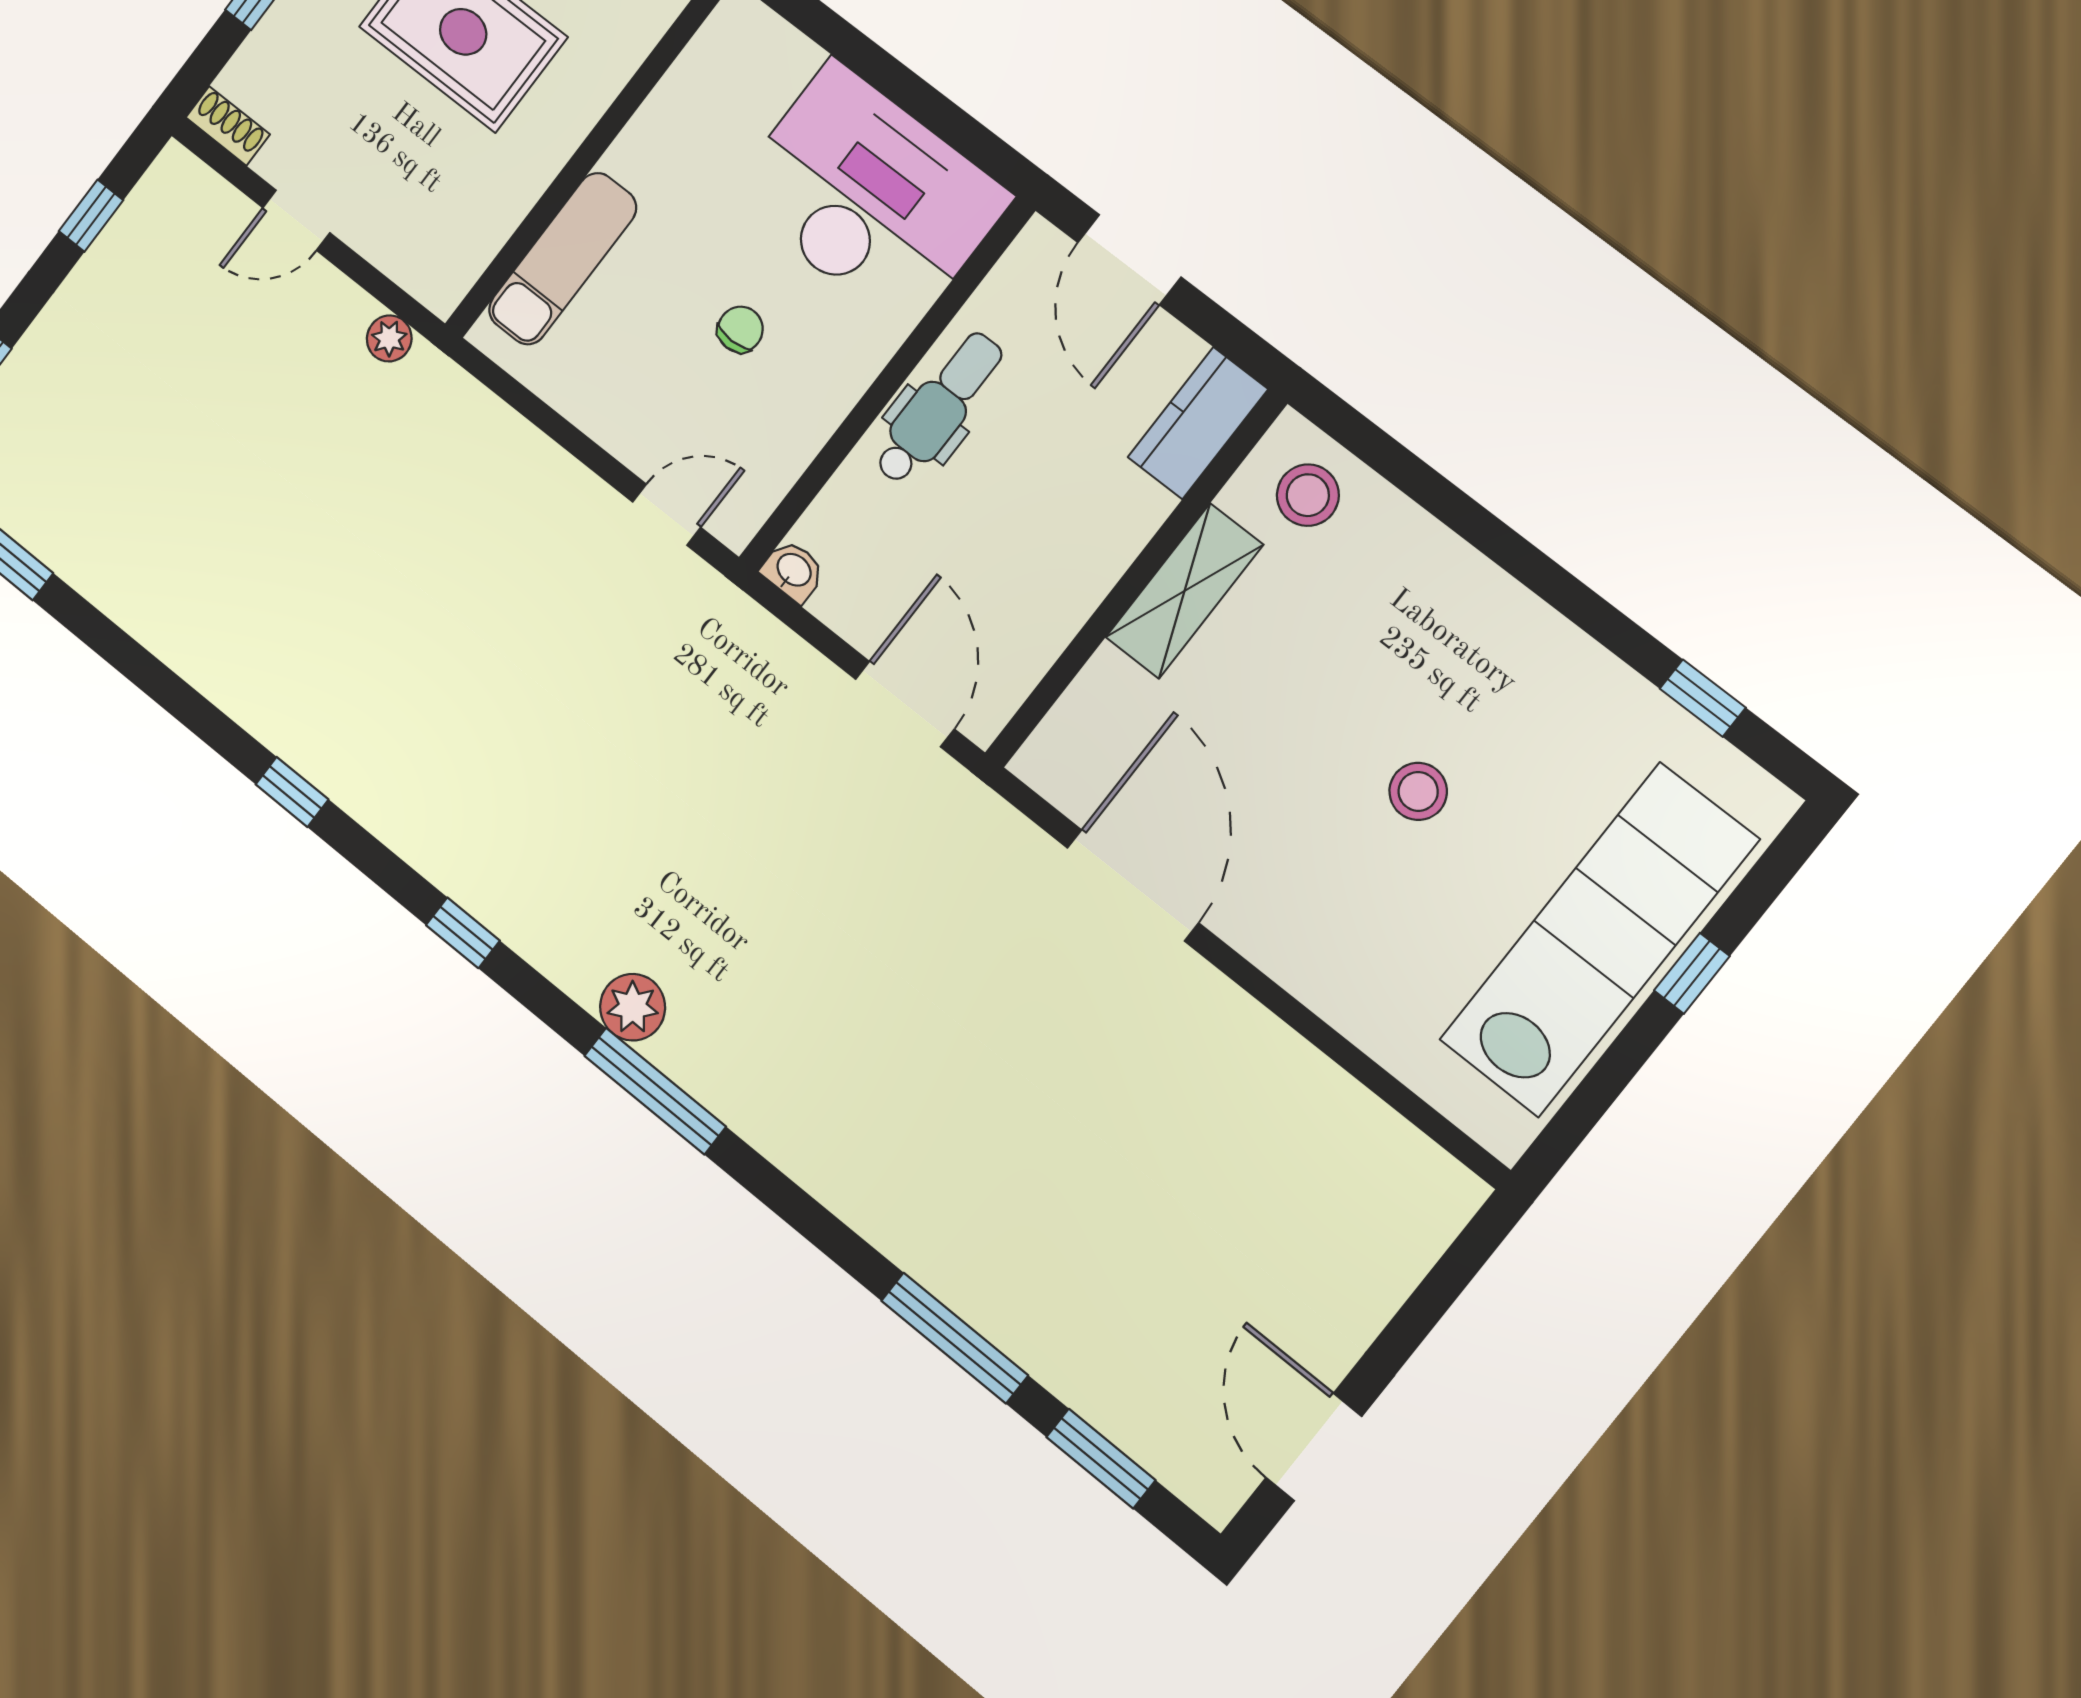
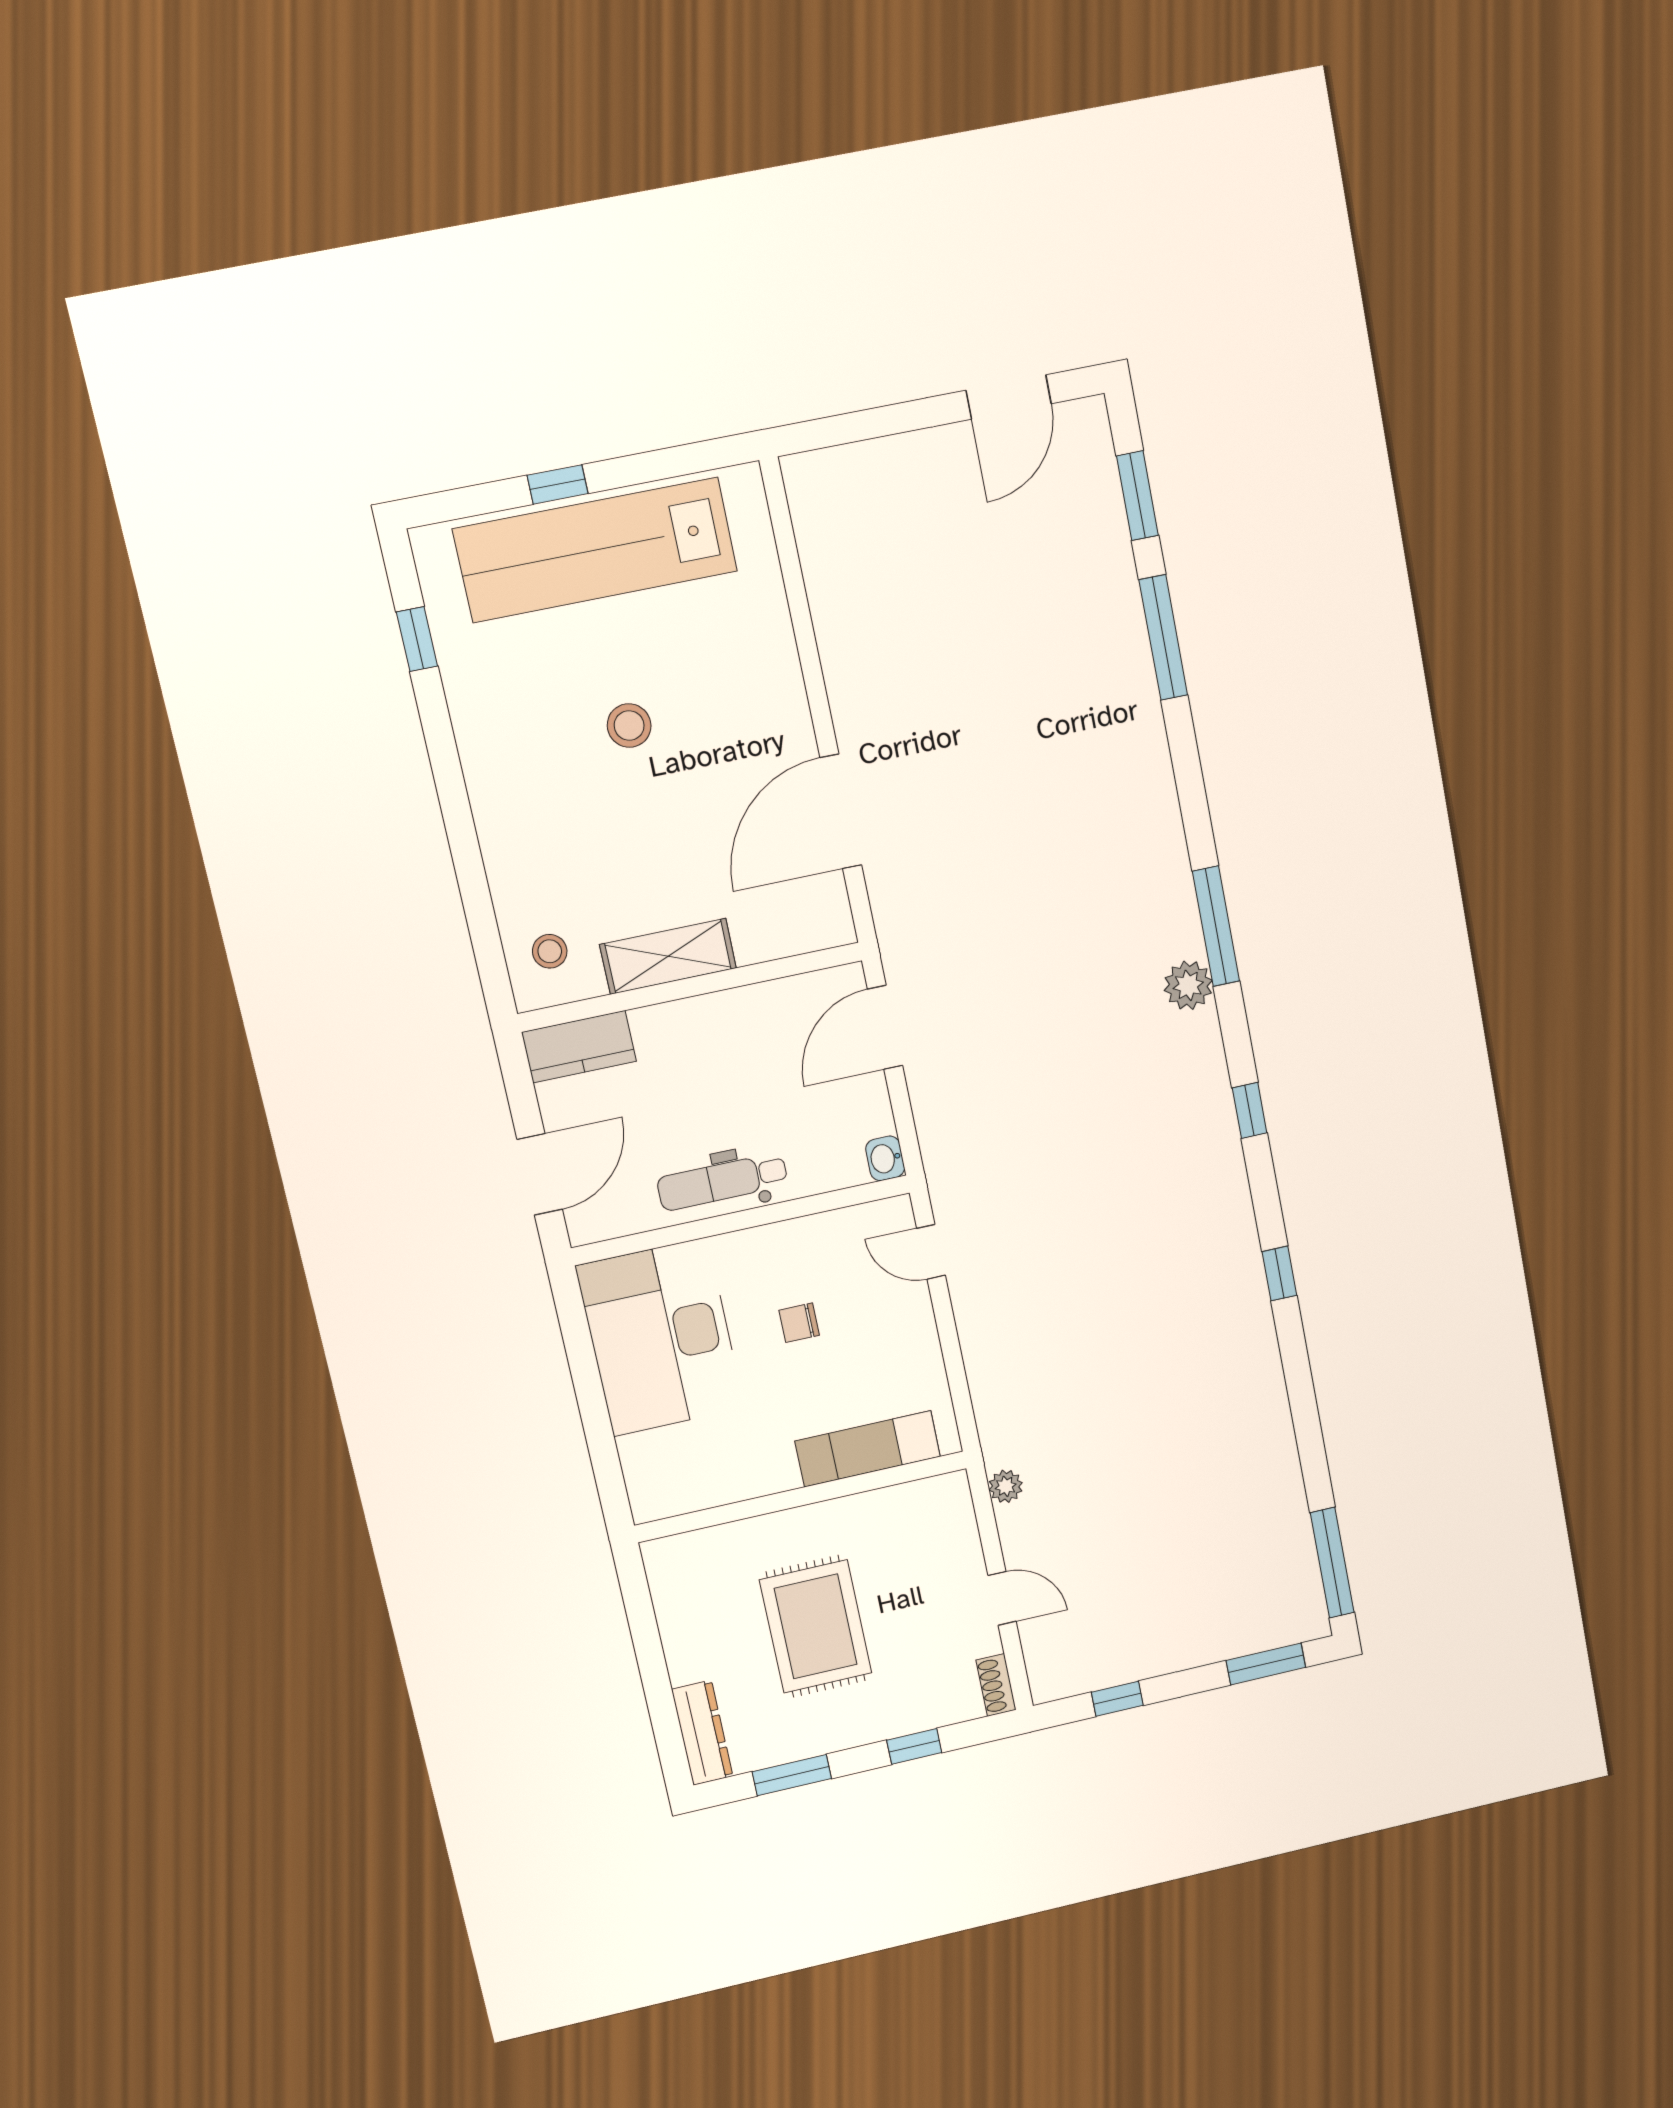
stool: (1308, 495) -> (550, 951), width x0.73, depth x0.73

